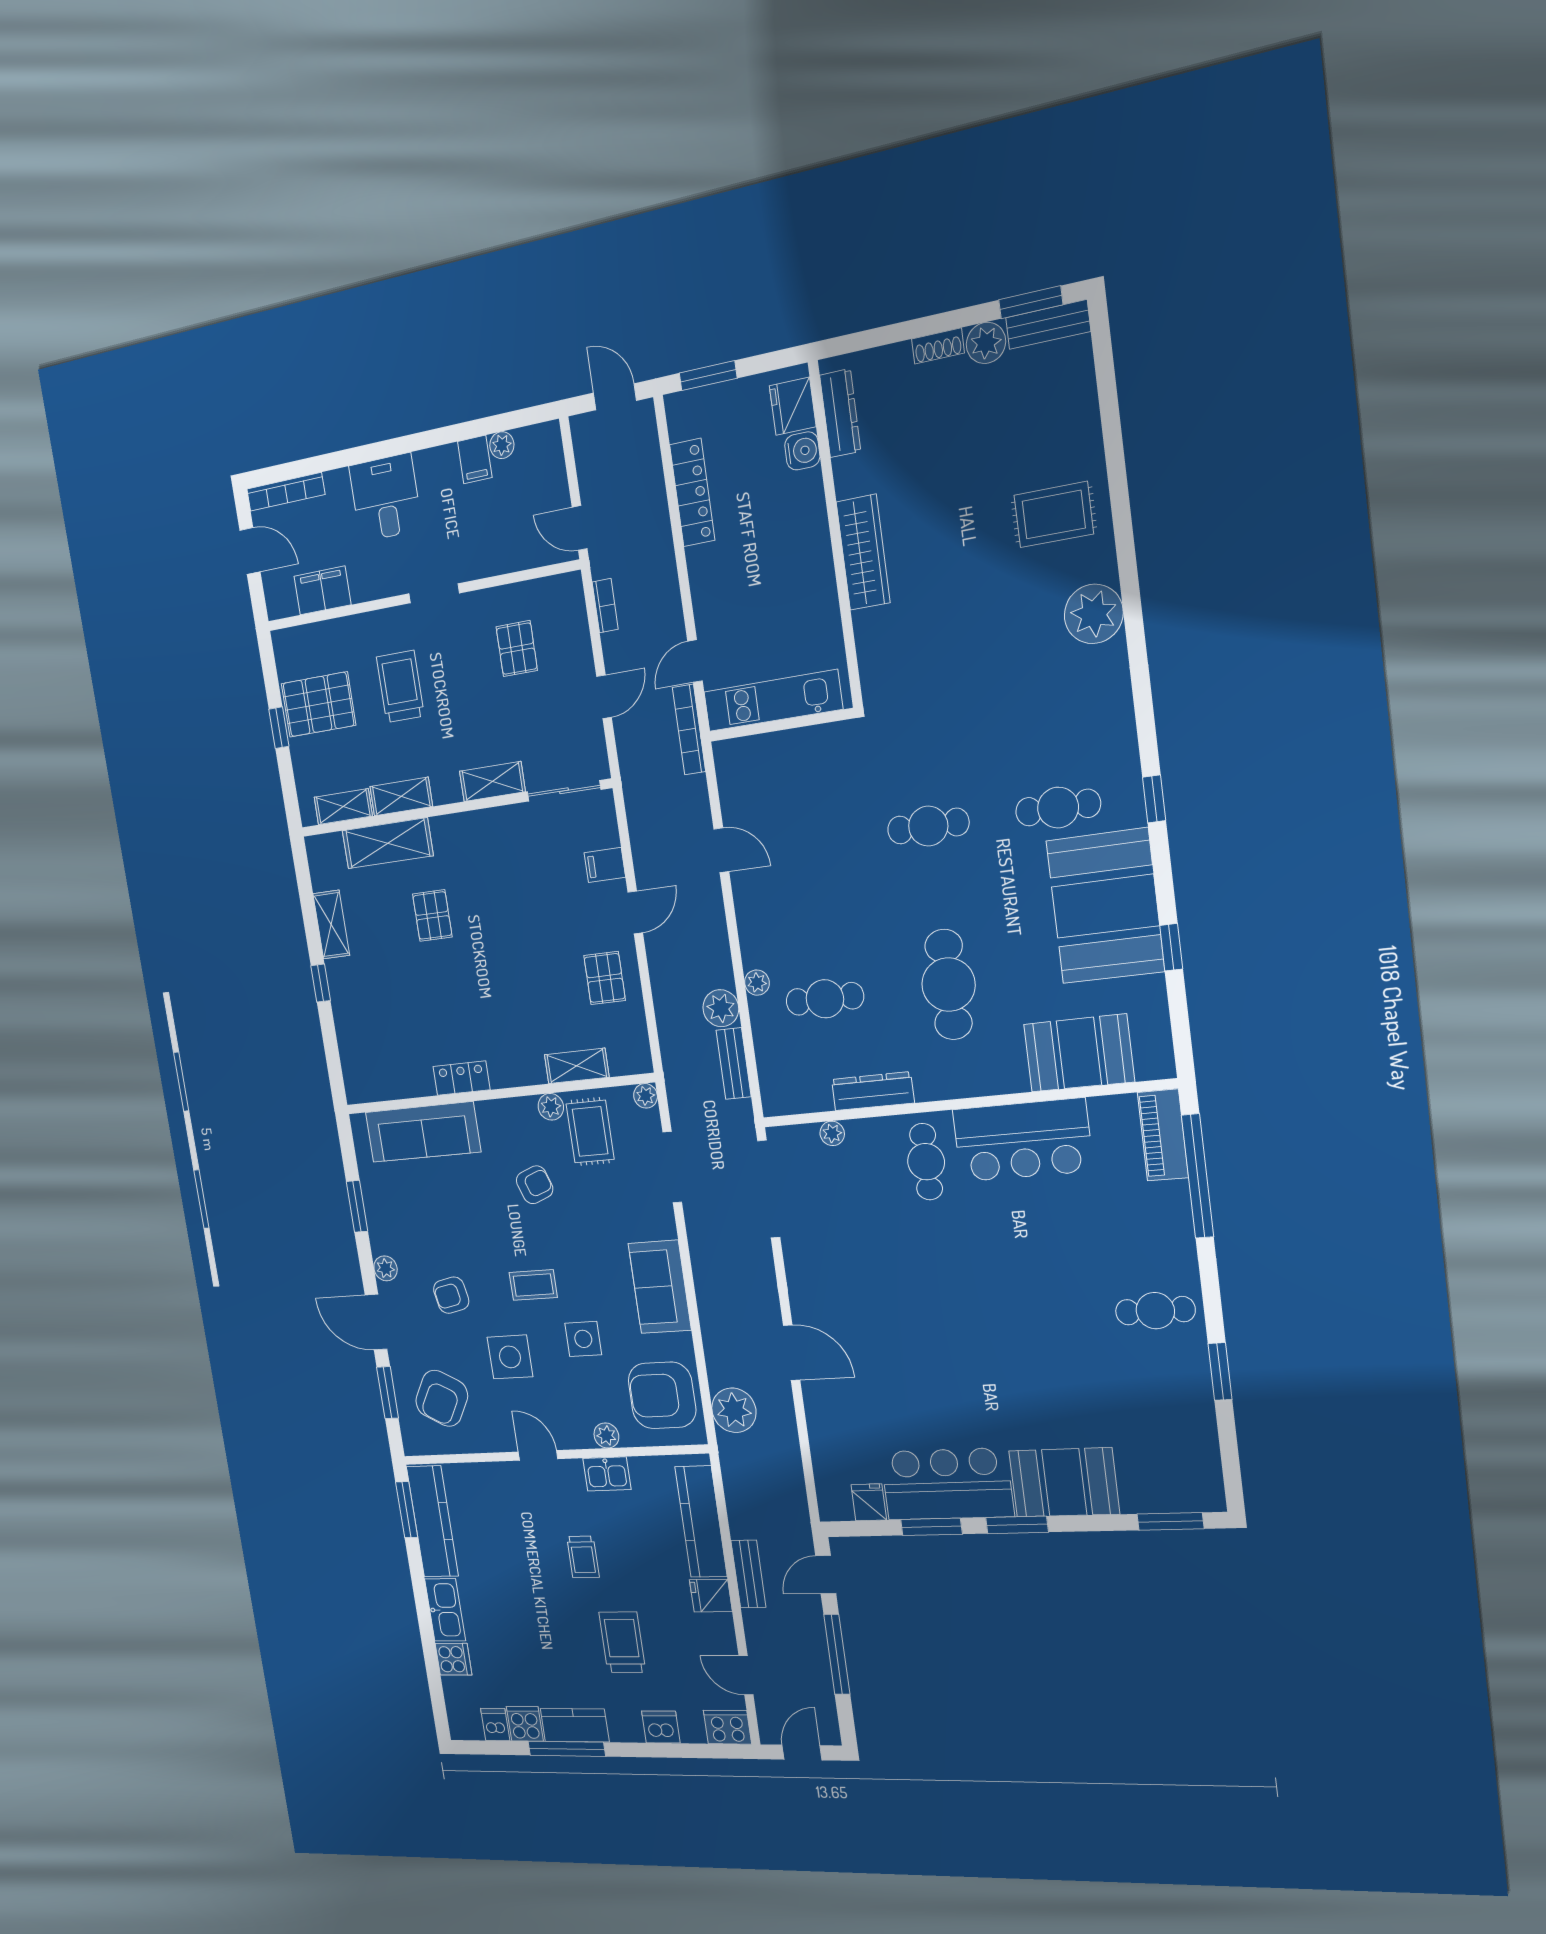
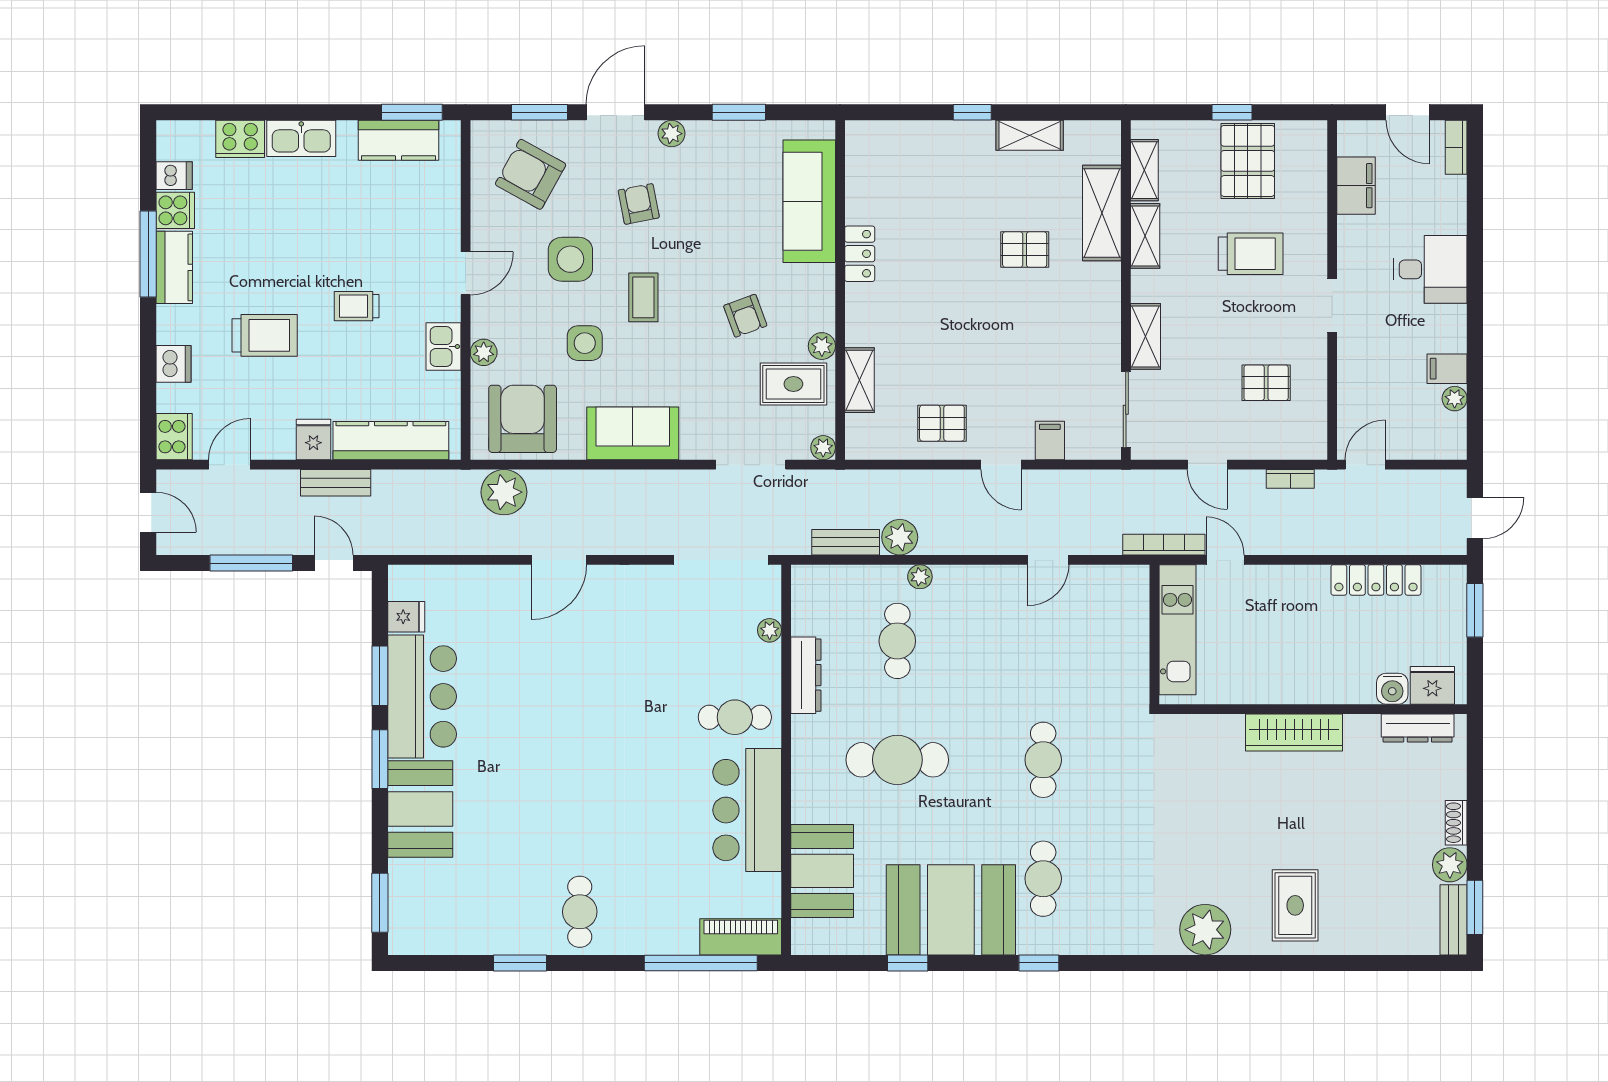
bookcase: (286, 492) -> (1456, 147), width x0.64
door: (250, 551) -> (1408, 112), hinge flipped
kitchen counter: (432, 1521) -> (398, 140), width x0.67
cooker: (454, 1659) -> (240, 139), width x1.36

